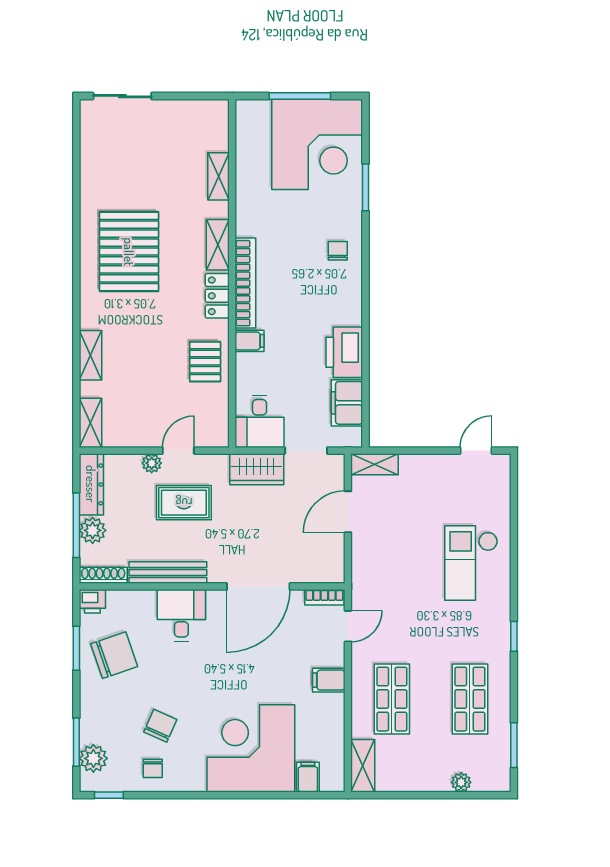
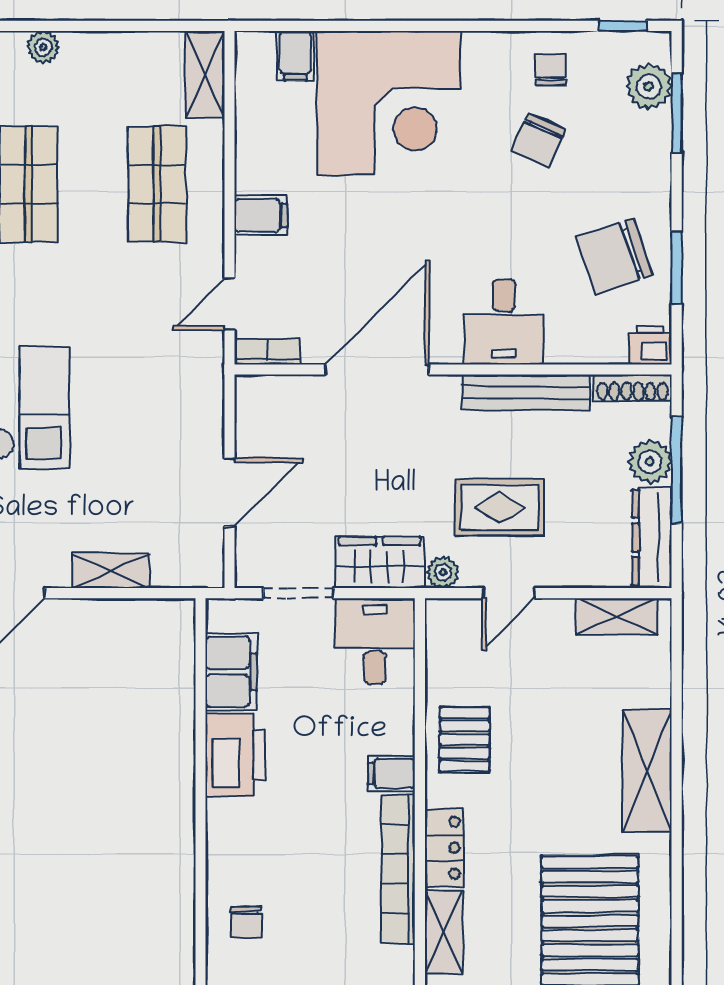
shelving: (90, 355) -> (647, 771), width x1.50, depth x1.33
shelving: (90, 423) -> (617, 616), moved, turned 90
plant: (152, 463) -> (443, 572), moved
shelving: (375, 464) -> (110, 571), moved

